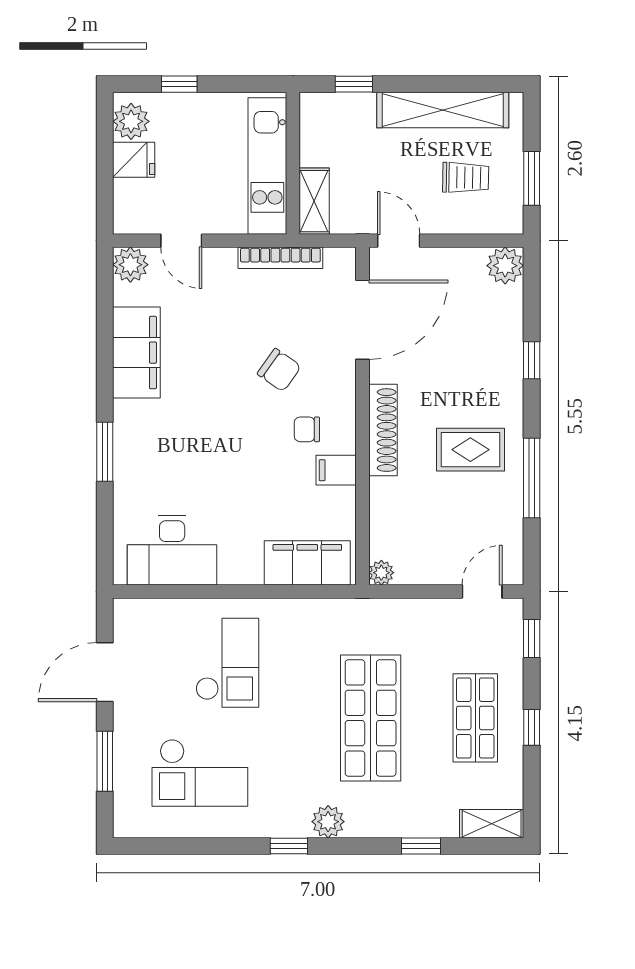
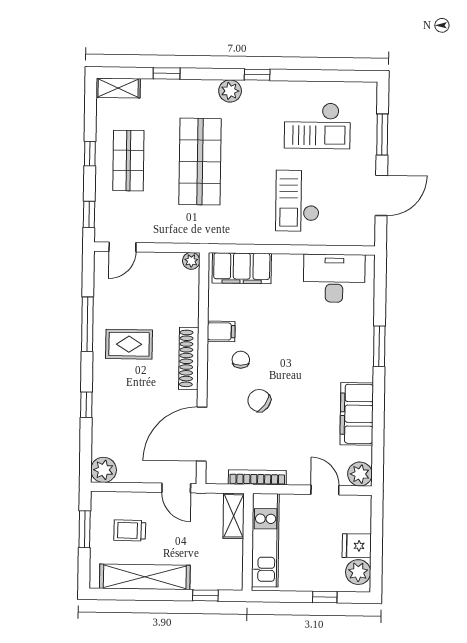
chair: (307, 429) -> (241, 360), turned -90
checkout: (200, 773) -> (317, 126), turned 180

